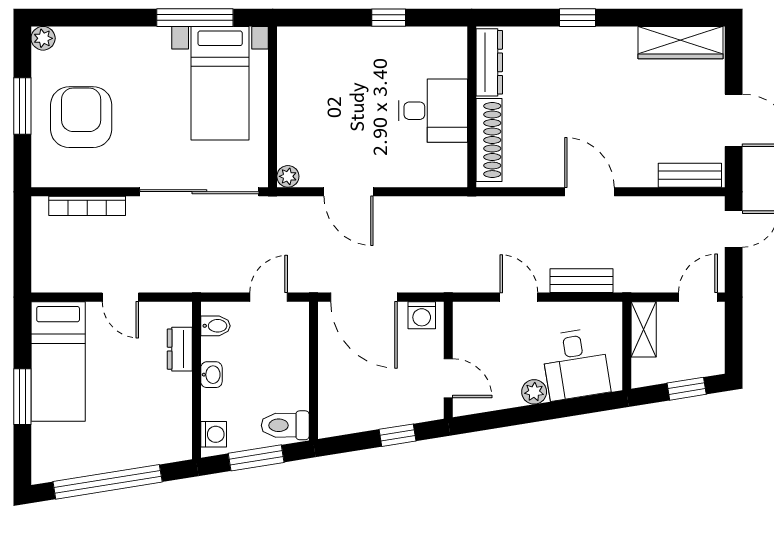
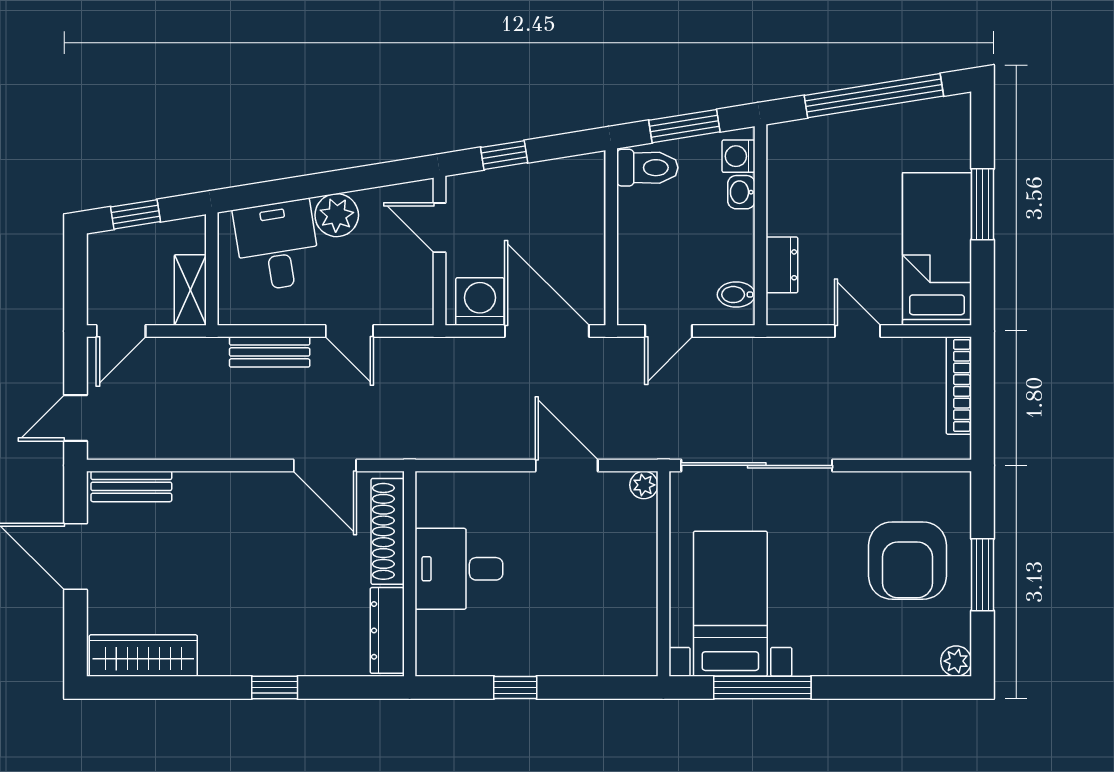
door: (589, 192) -> (325, 465), moved
bookcase: (87, 206) -> (959, 386), moved, turned -90
washing machine: (422, 315) -> (480, 302), width x1.38, depth x1.38
washbasin: (211, 375) -> (741, 192), moved
plant: (534, 392) -> (337, 215), width x1.38, depth x1.38

